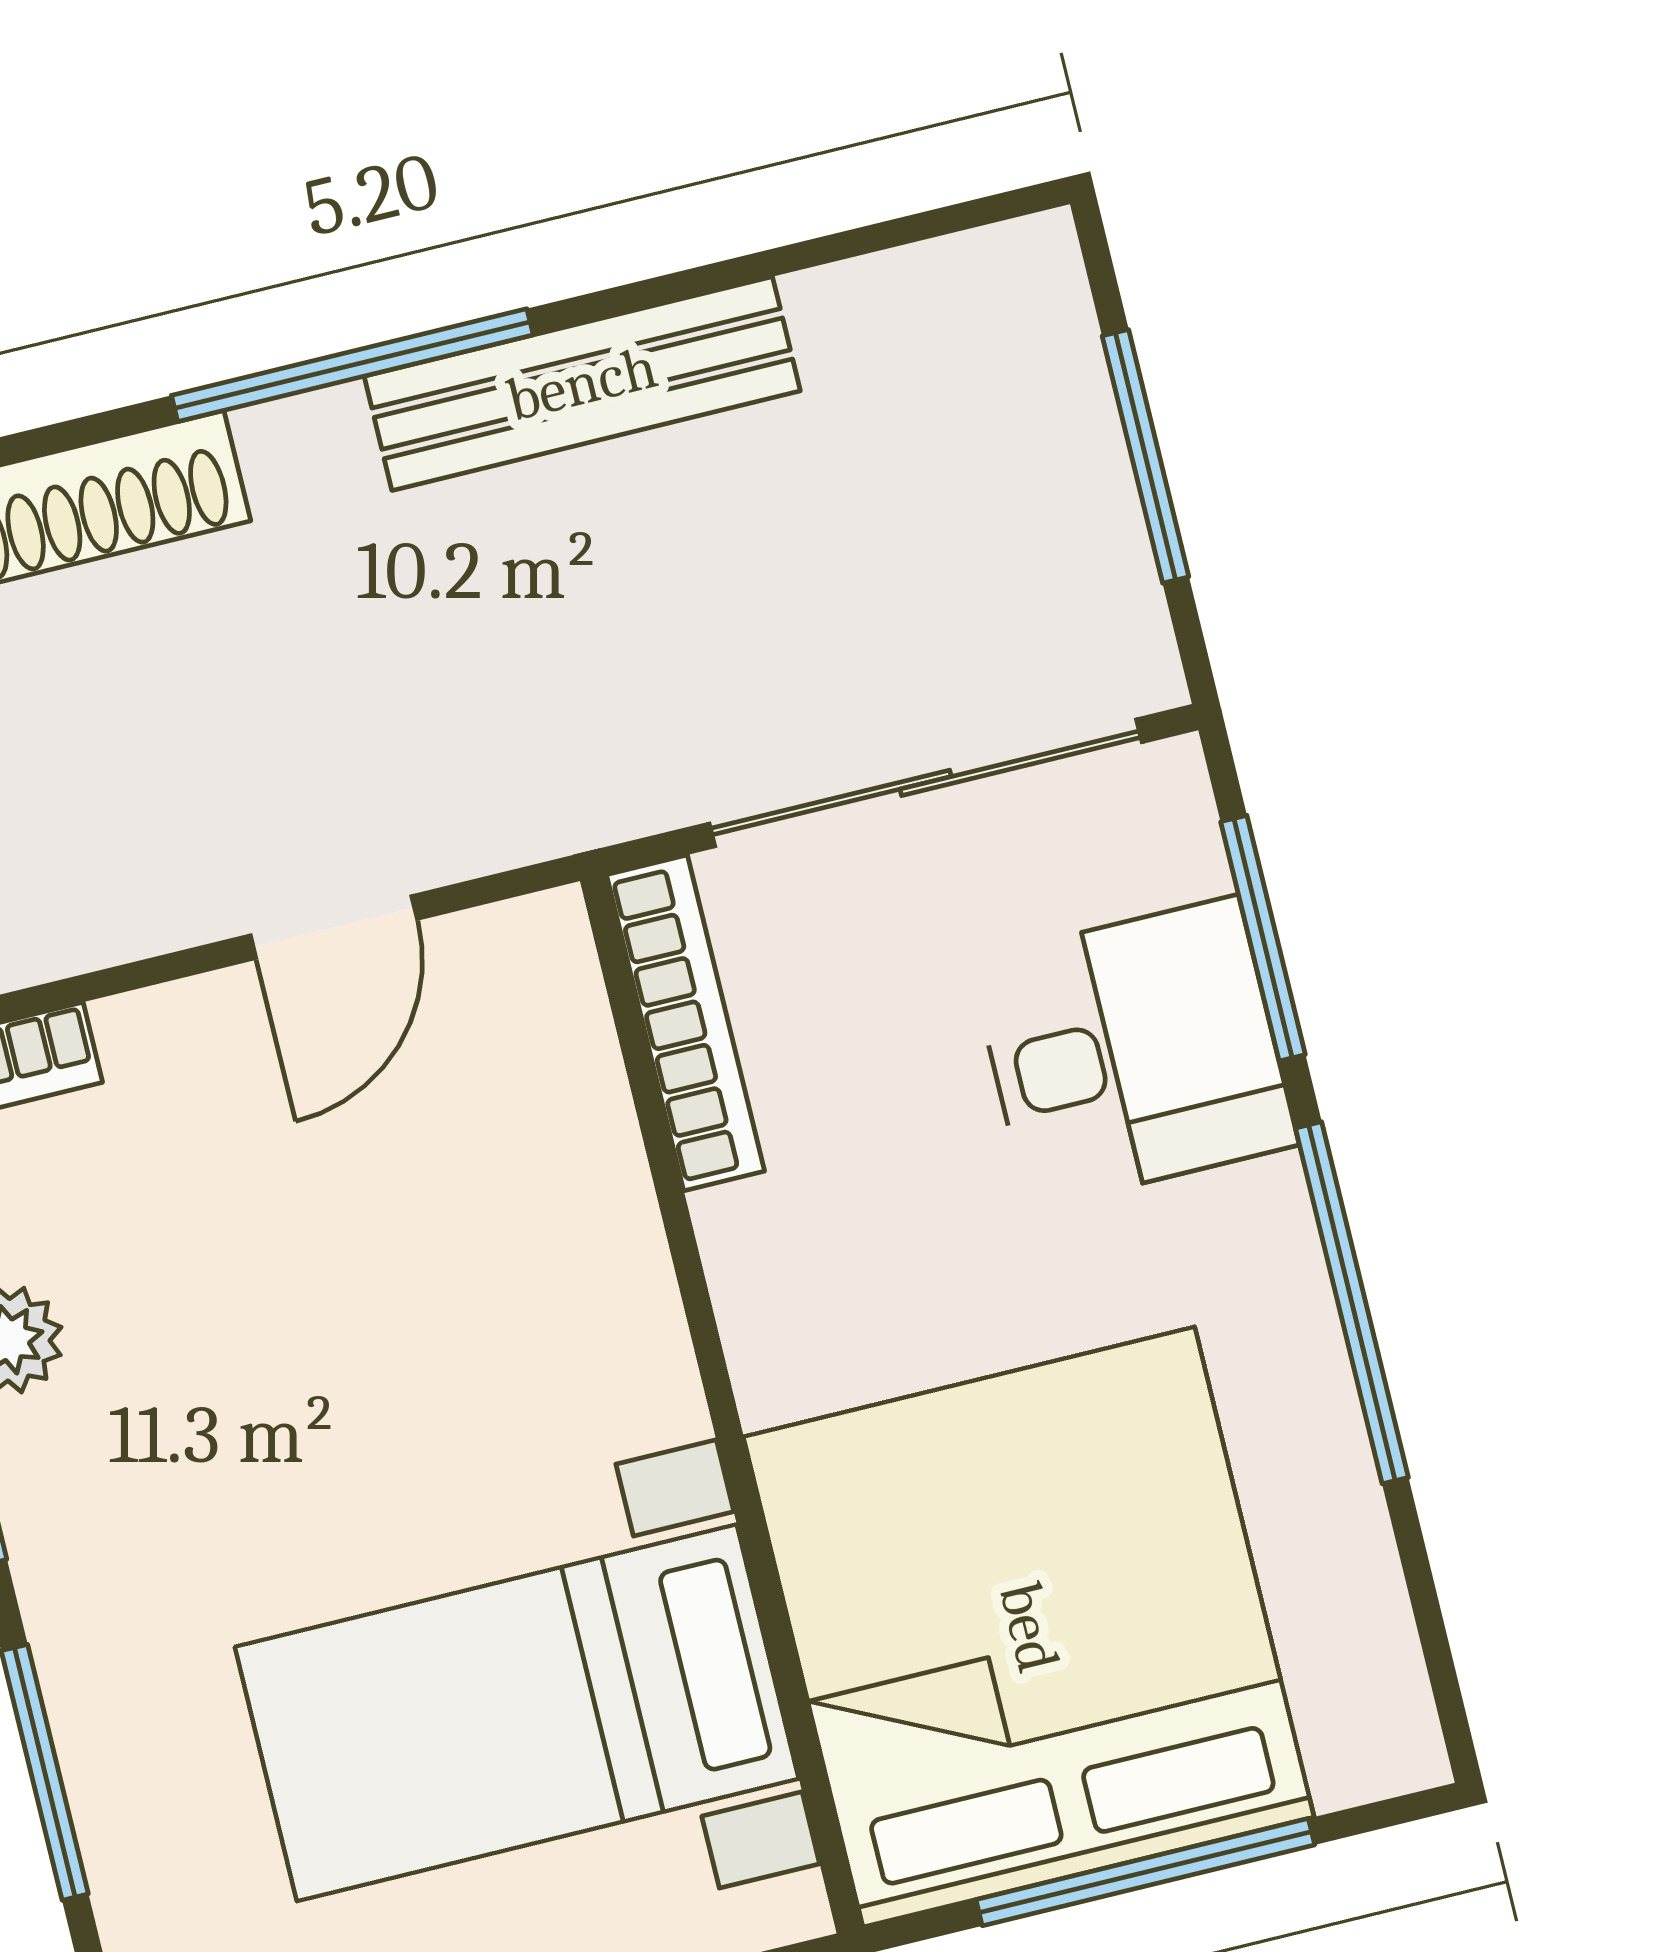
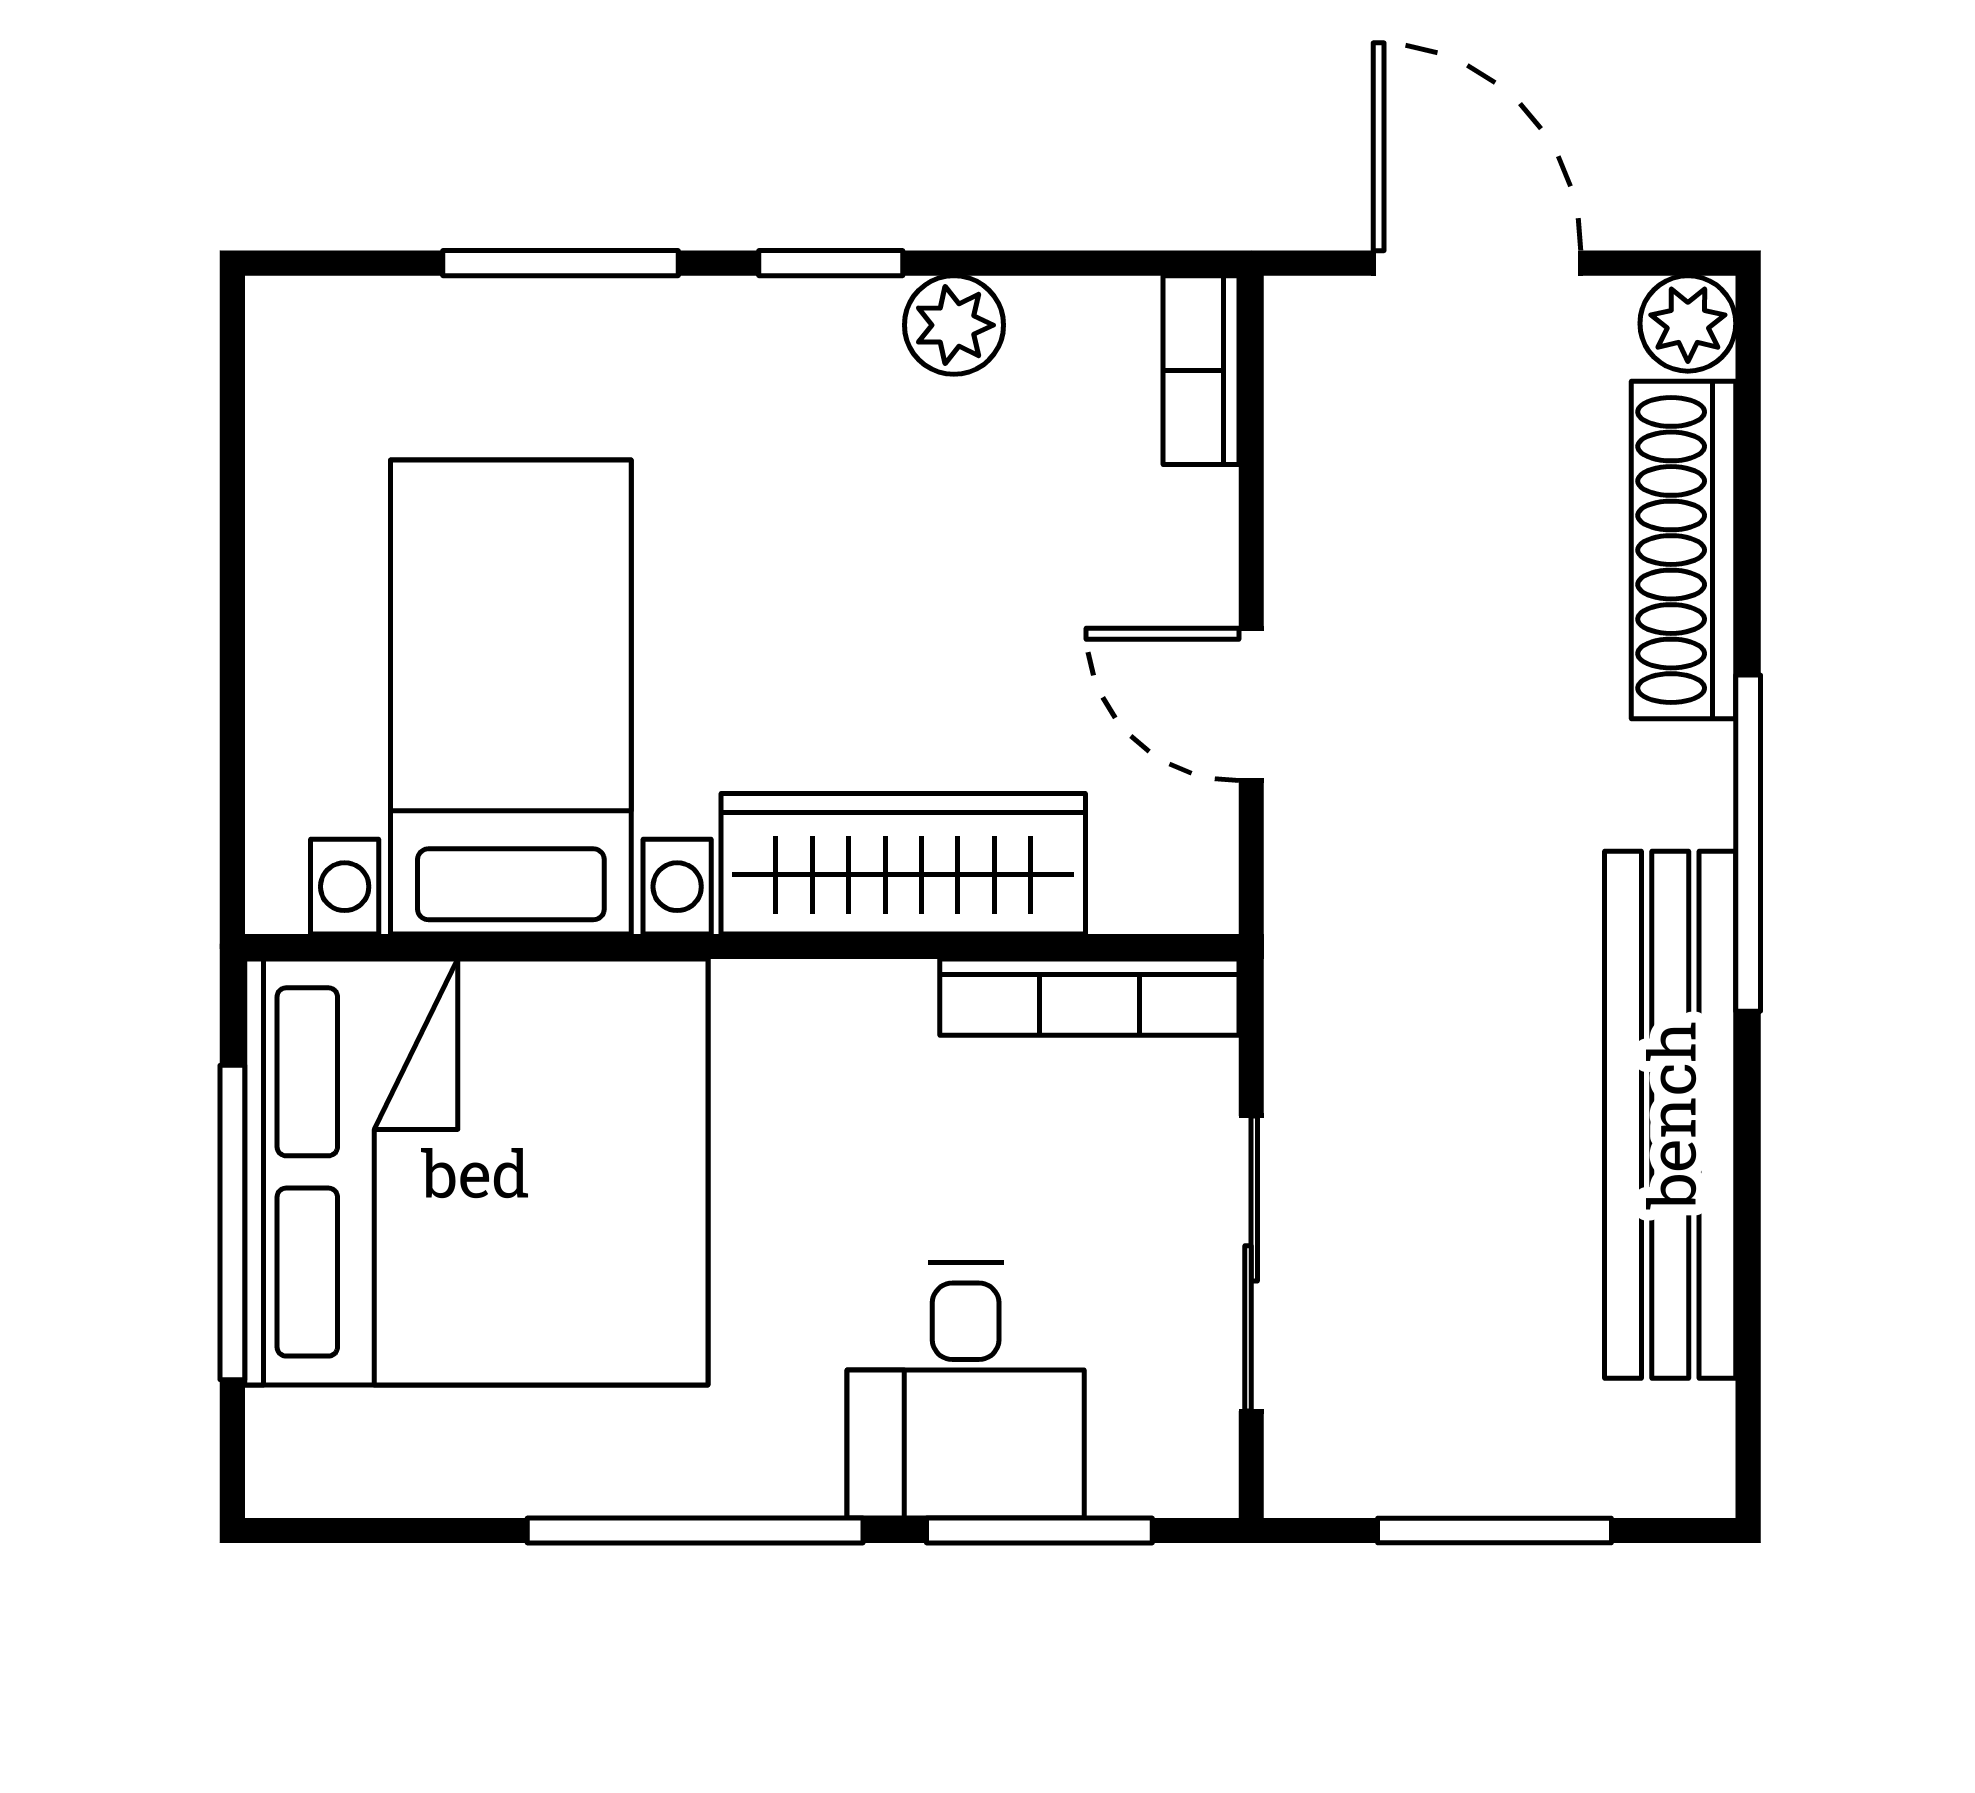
bench: (582, 384) -> (1670, 1115), width x1.37, depth x1.21
sliding door: (926, 783) -> (1251, 1263), width x0.73
wardrobe: (592, 1254) -> (903, 864), added

